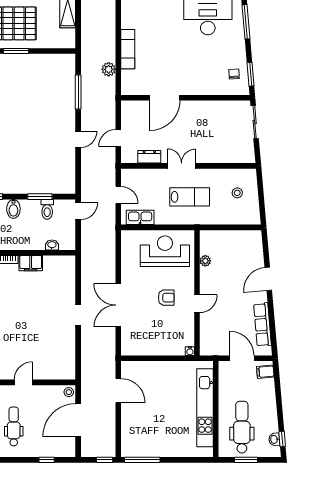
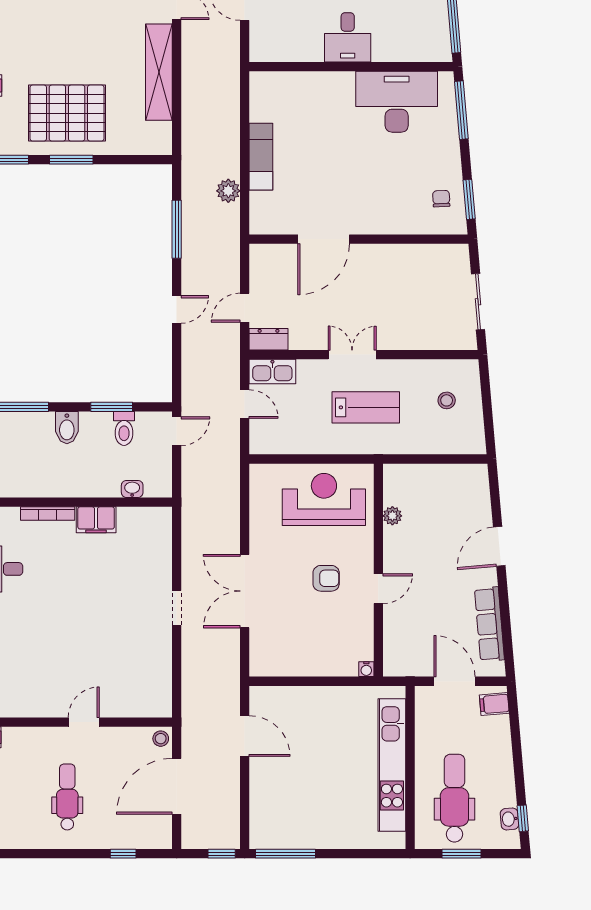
sliding door: (255, 122) -> (478, 302), moved
dresser: (149, 157) -> (268, 339), moved
kitchen sink: (140, 217) -> (272, 372), moved, turned 180

